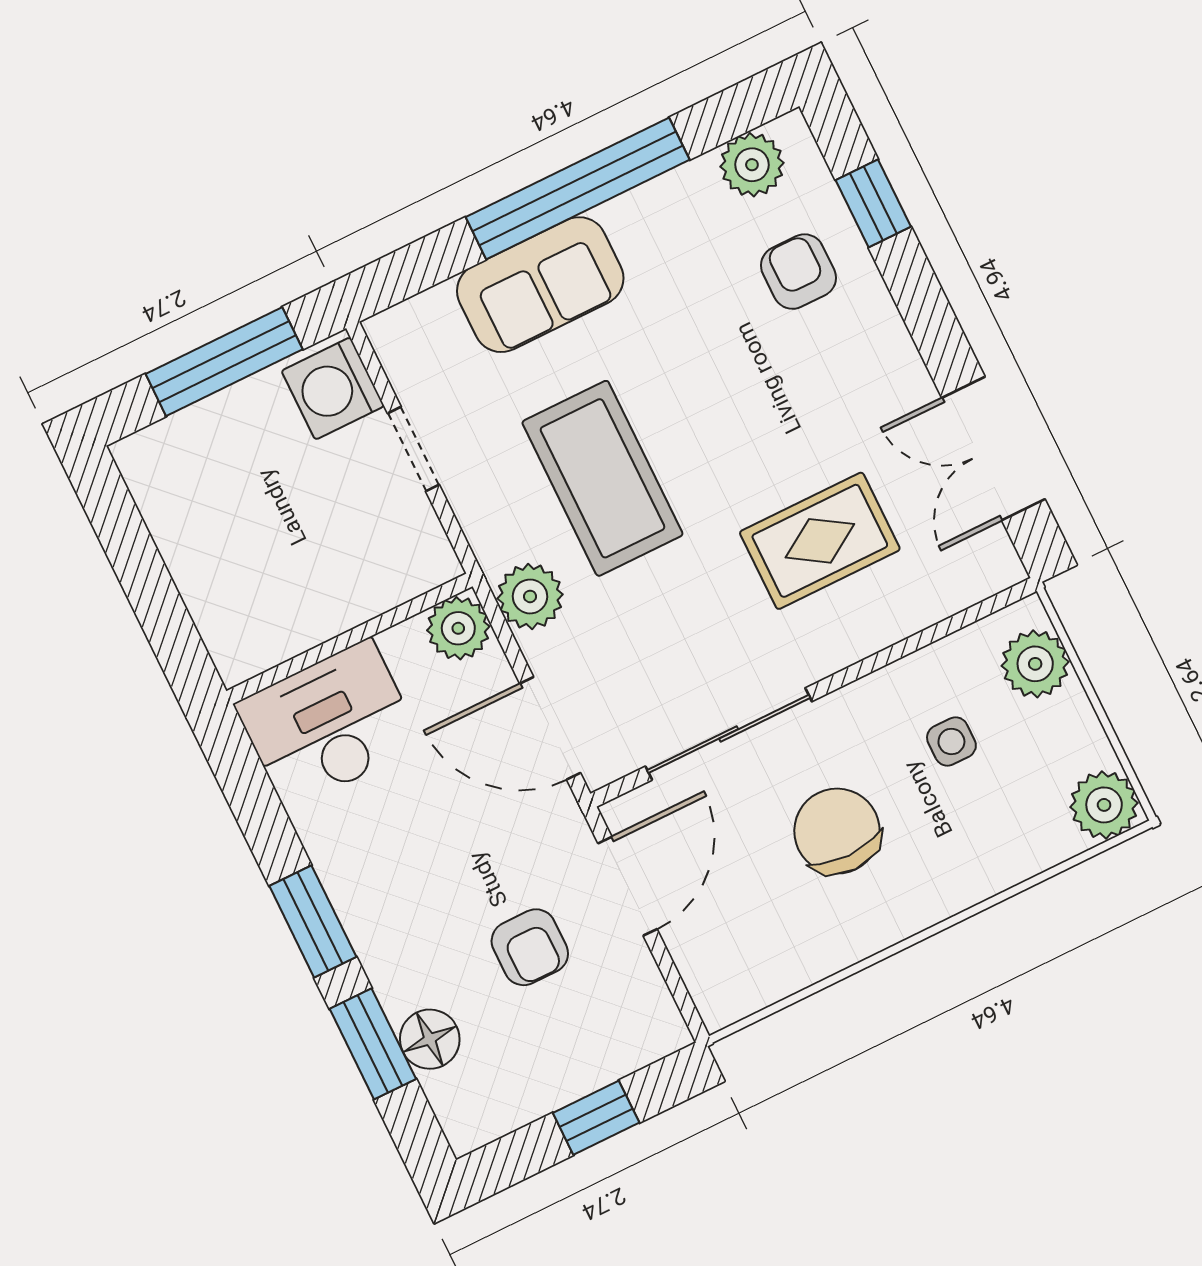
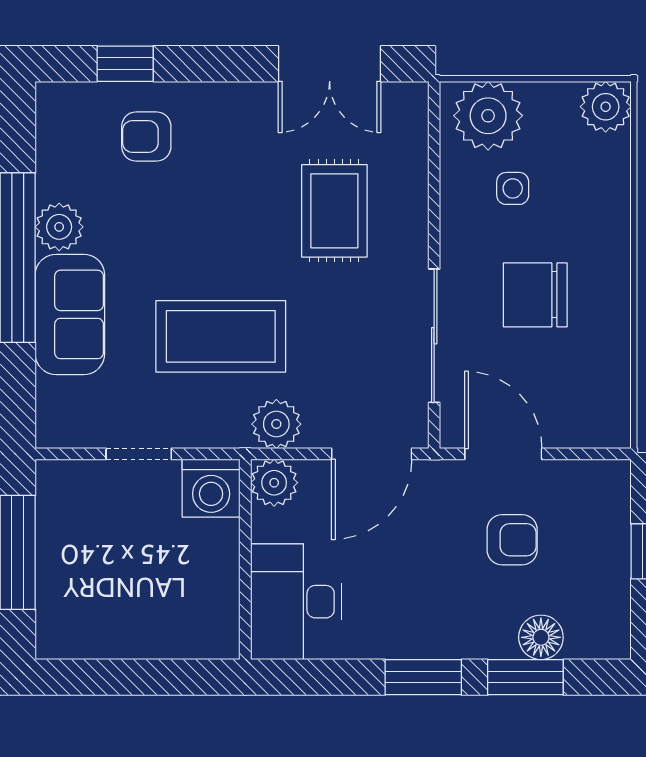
plant: (752, 165) -> (59, 227), moved
washing machine: (333, 388) -> (211, 488), moved
plant: (1035, 664) -> (488, 116), width x1.36, depth x1.36

